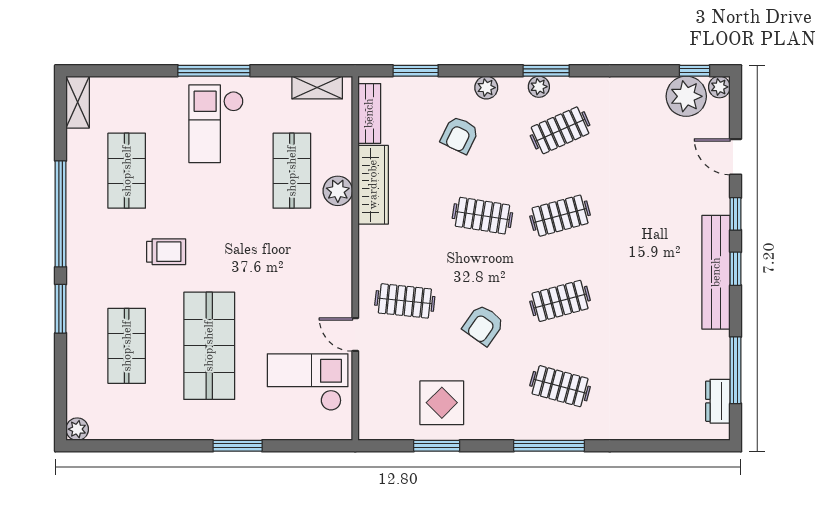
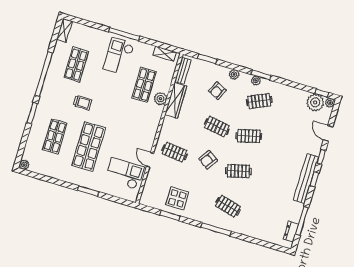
armchair: (483, 325) -> (208, 160), moved

